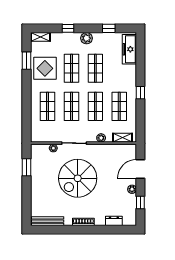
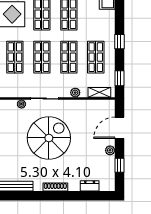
window: (140, 125) -> (119, 78), added
spiral stairs: (78, 178) -> (49, 138), turned 180

